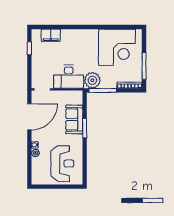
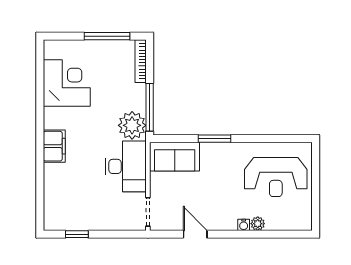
filing cabinet: (51, 35) -> (54, 146), moved
corner desk: (117, 47) -> (67, 83), width x0.74, depth x0.74
door: (29, 117) -> (195, 234), width x0.53
sofa: (74, 119) -> (175, 157), moved
reception desk: (62, 164) -> (276, 177), turned 180

